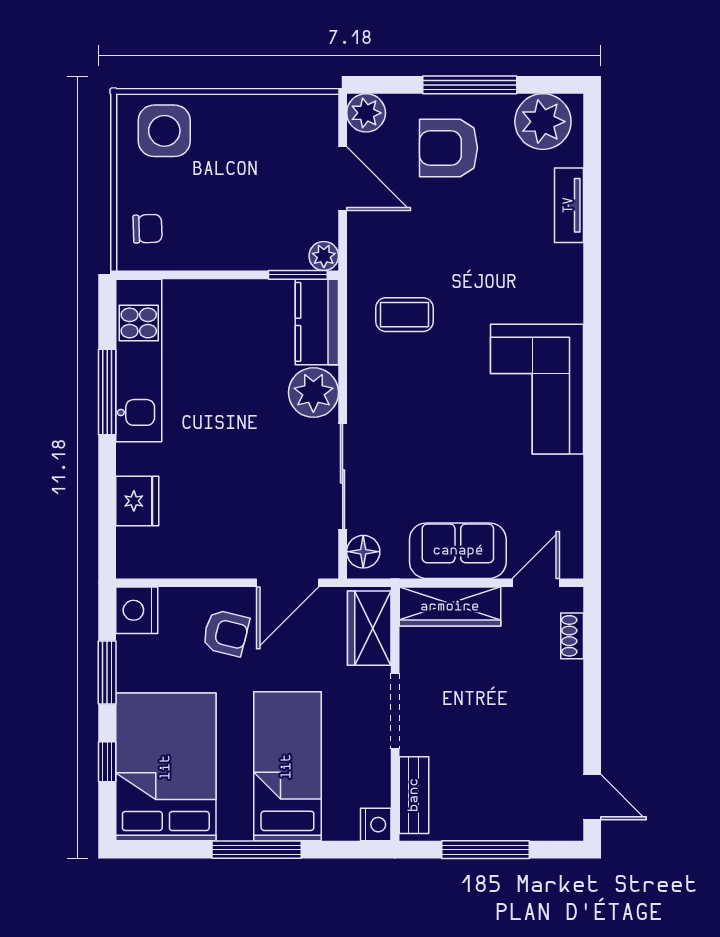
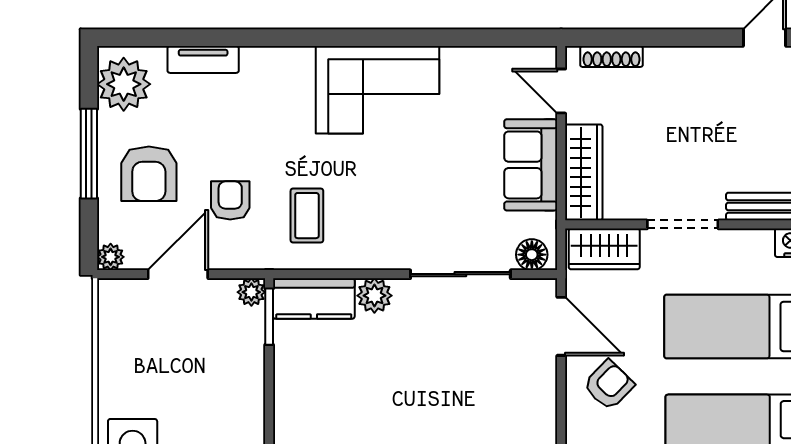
plant: (366, 113) -> (111, 257), width x0.73, depth x0.73
armchair: (420, 234) -> (230, 200), added
plant: (313, 393) -> (374, 296), width x0.73, depth x0.73
armchair: (226, 633) -> (609, 385), turned 30
shoe rack: (572, 636) -> (612, 56), width x1.43

